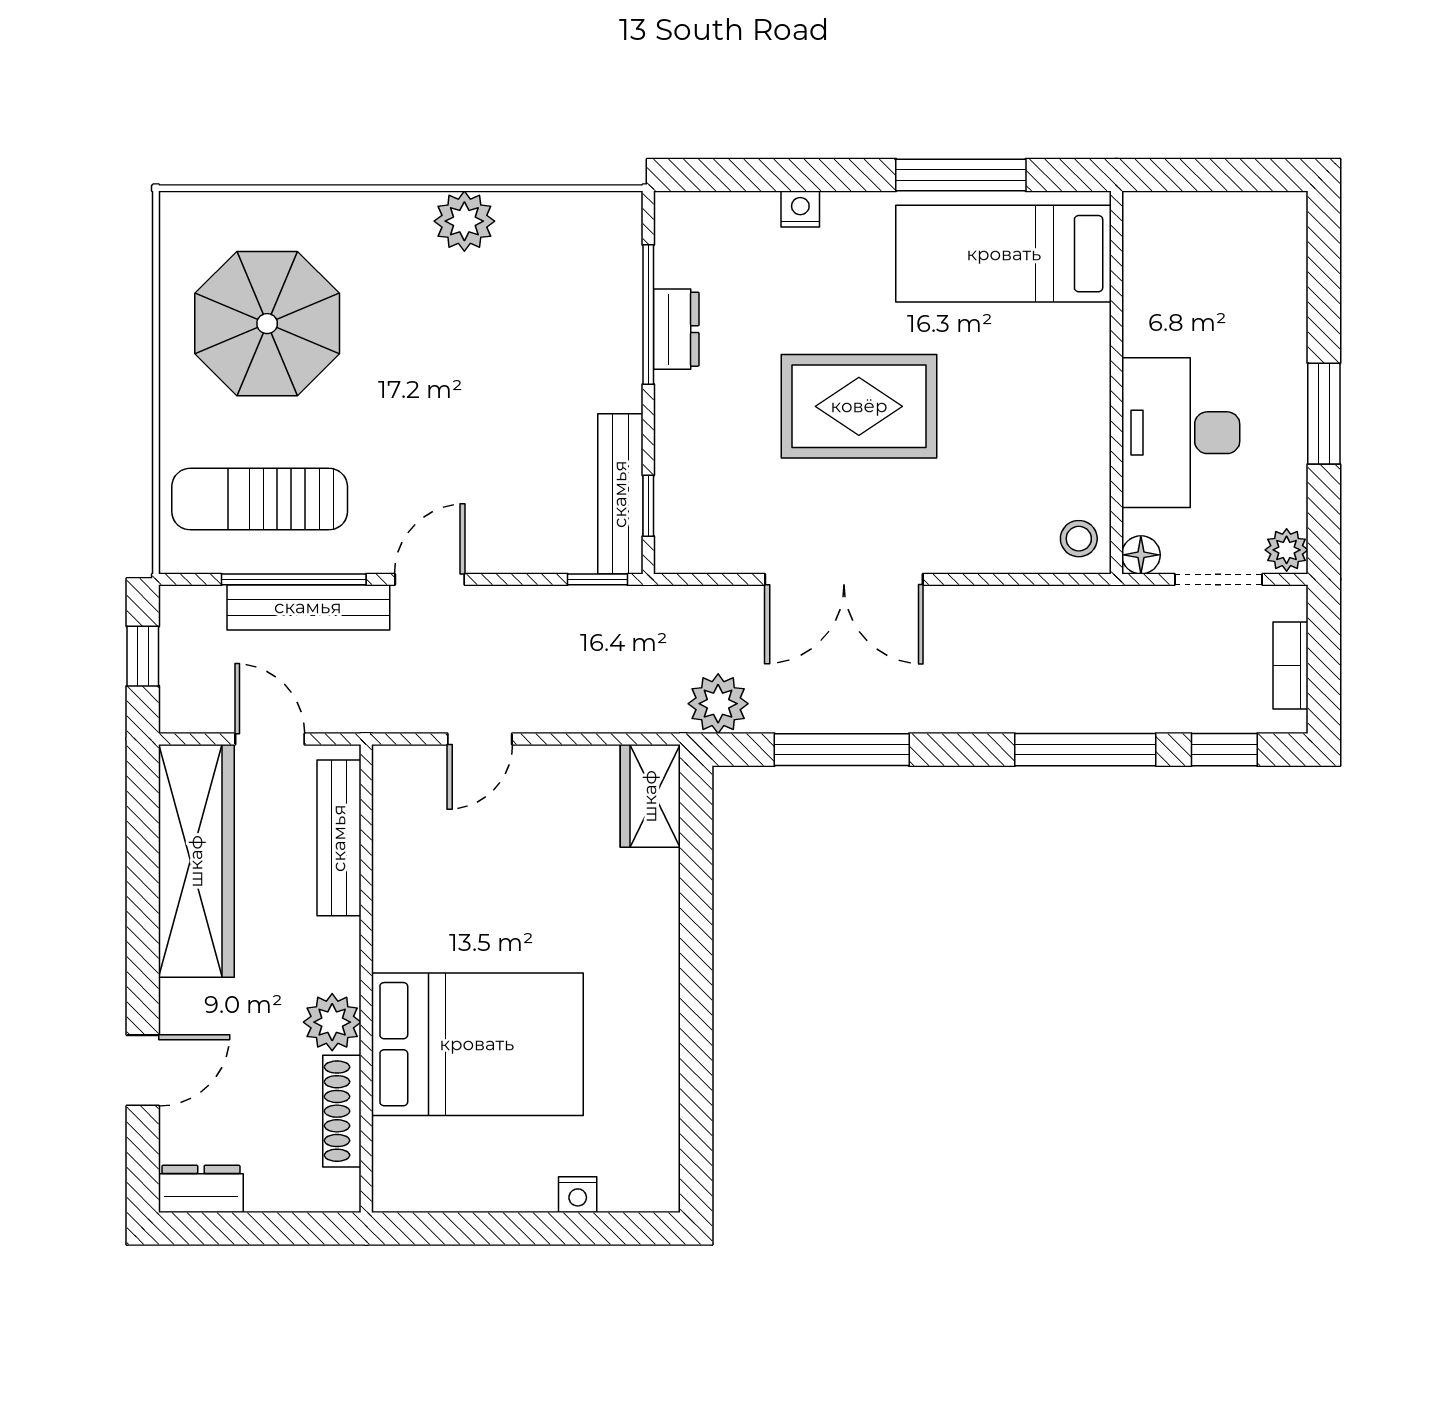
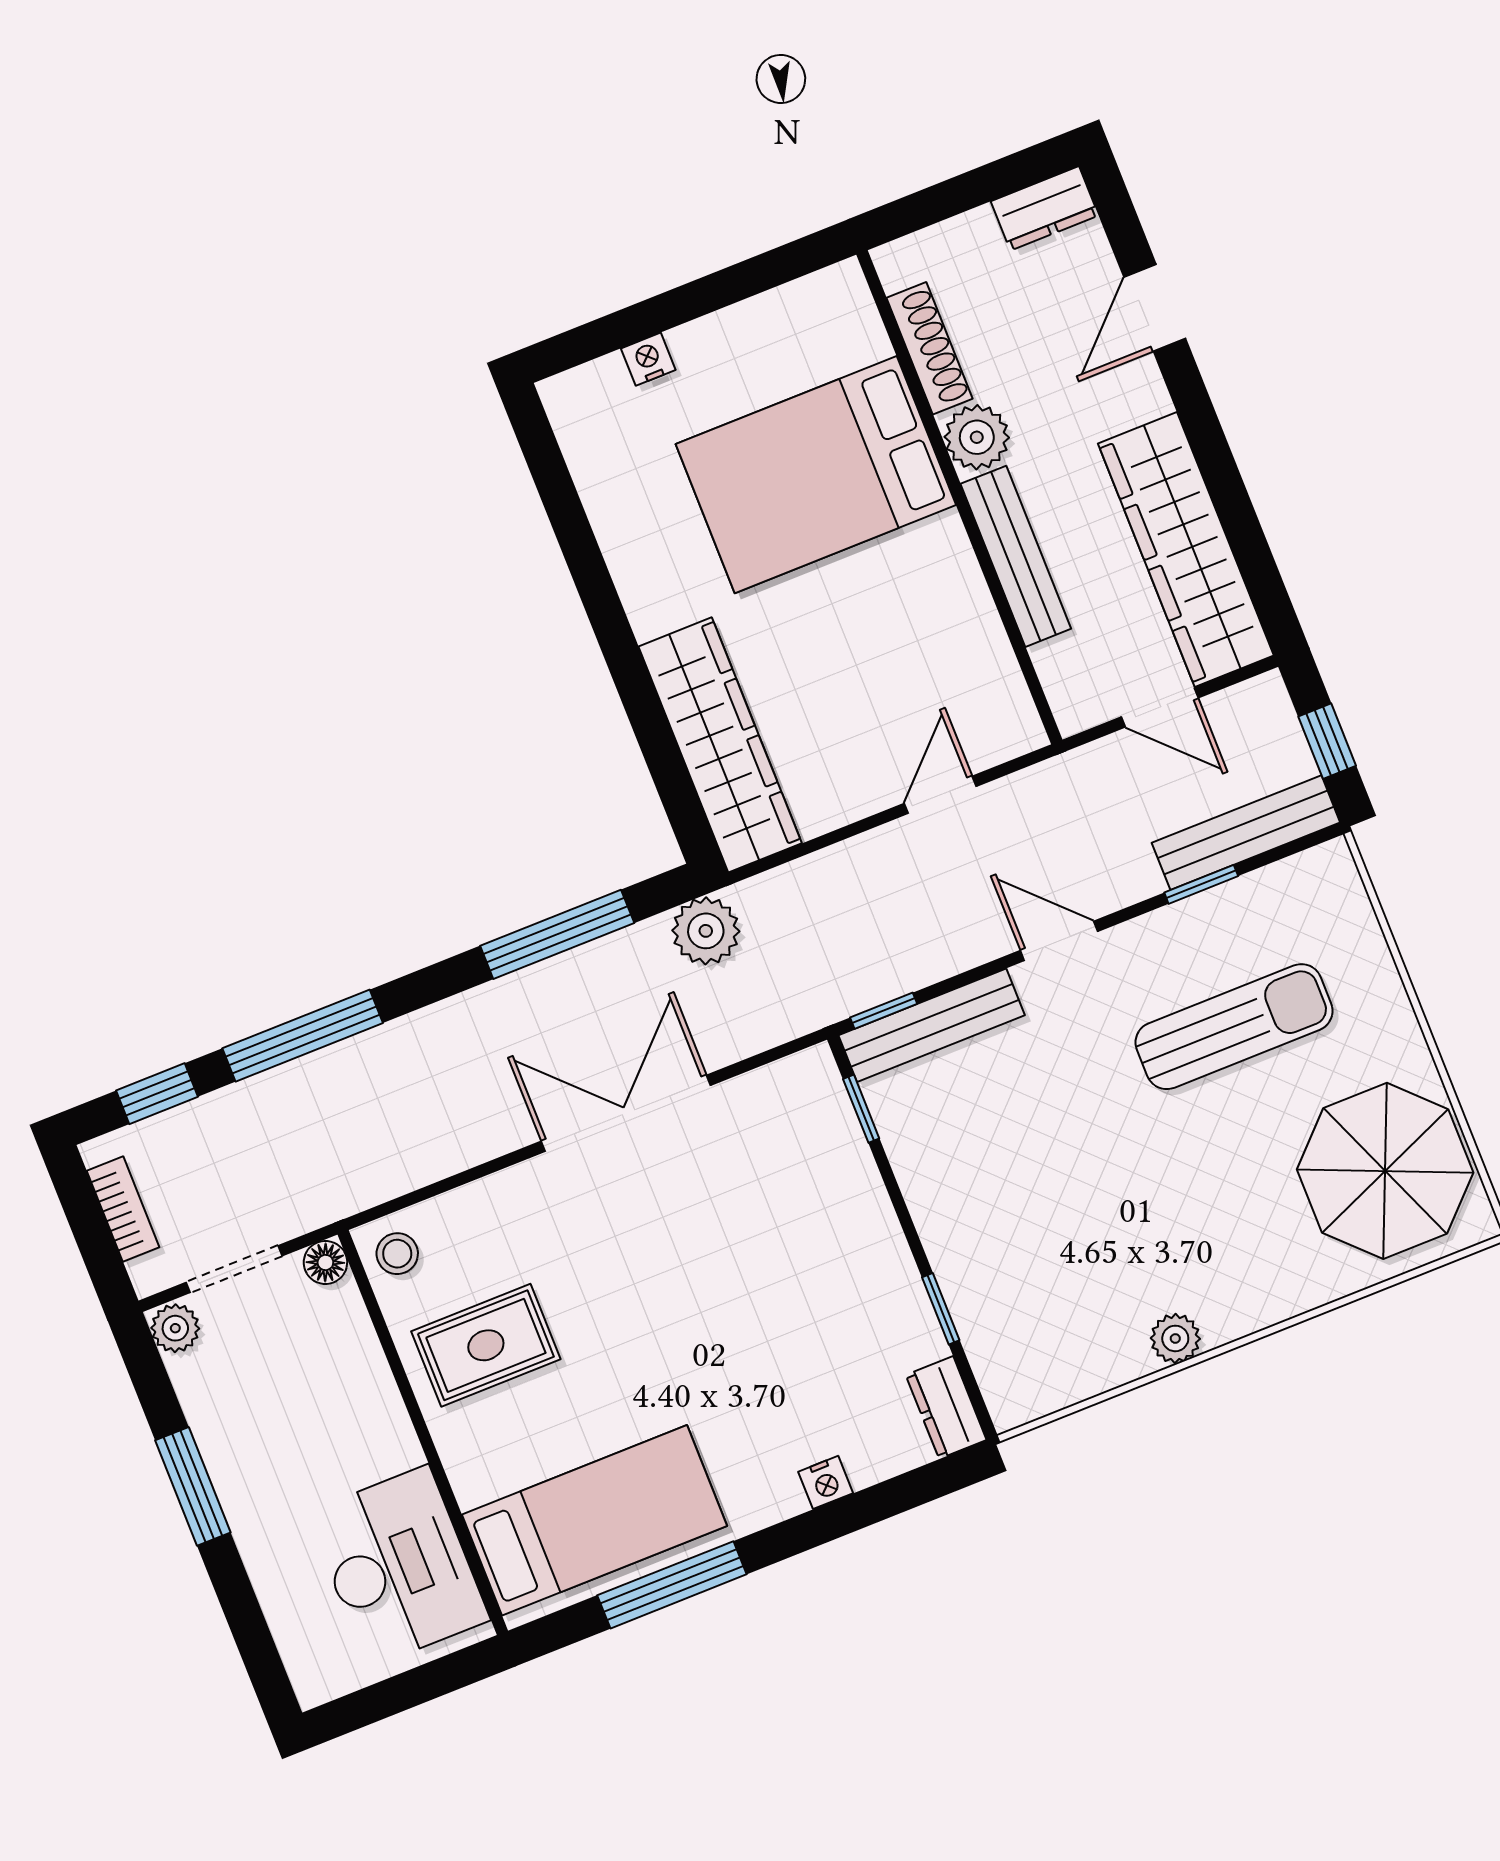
plant: (464, 221) -> (1175, 1338), width x0.73, depth x0.73
window: (648, 315) -> (941, 1309), width x0.46
parasol: (267, 324) -> (1385, 1171), moved
dresser: (676, 329) -> (946, 1407), moved
rug: (859, 406) -> (486, 1345), moved, width x0.73, depth x0.70
desk: (1181, 433) -> (398, 1566), moved
bench: (620, 494) -> (932, 1025), moved, turned 90
sun lounger: (260, 499) -> (1234, 1027), moved
window: (294, 579) -> (1201, 884), width x0.46
door: (430, 579) -> (1059, 941), swing flipped
bench: (308, 607) -> (1246, 833), moved
wardrobe: (650, 796) -> (720, 745), width x2.10, depth x1.17
bench: (339, 838) -> (1016, 556), moved

